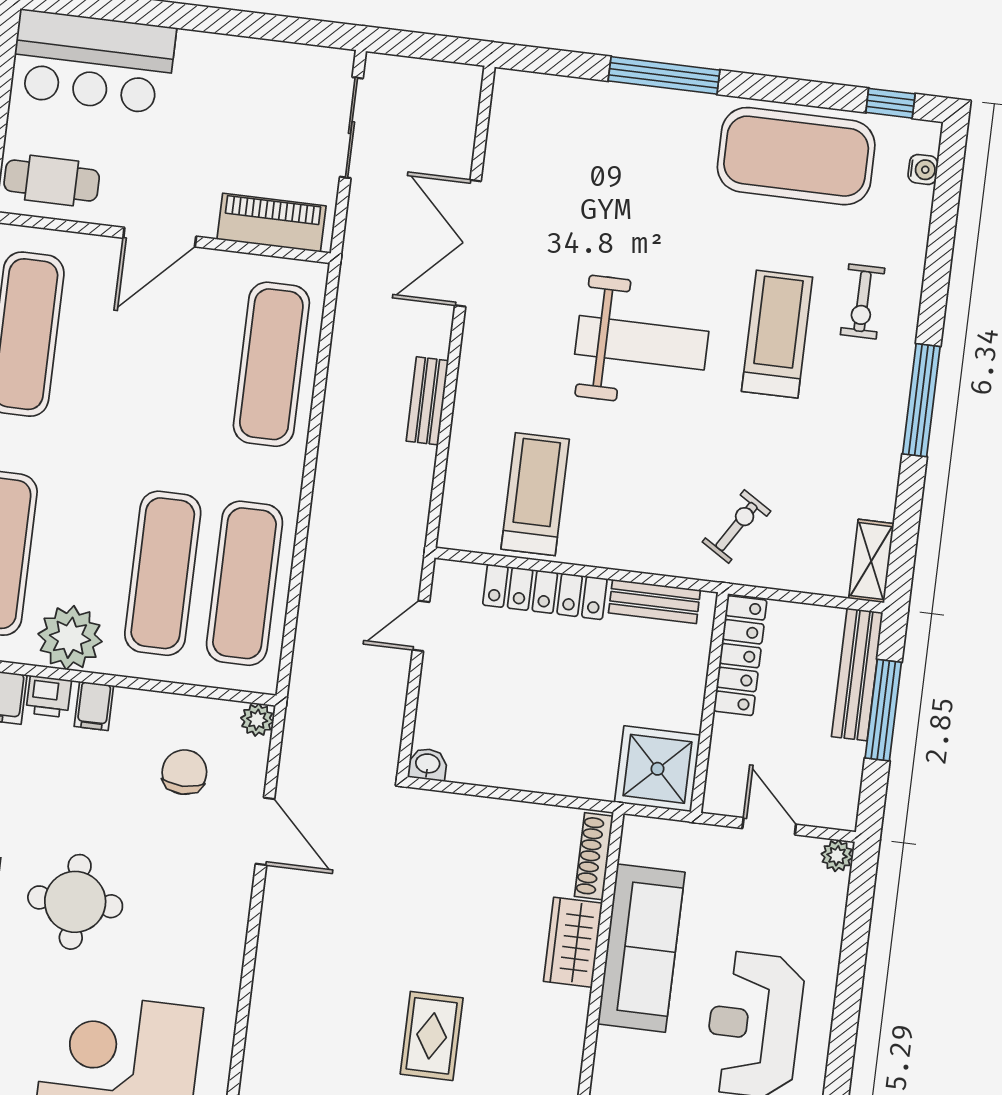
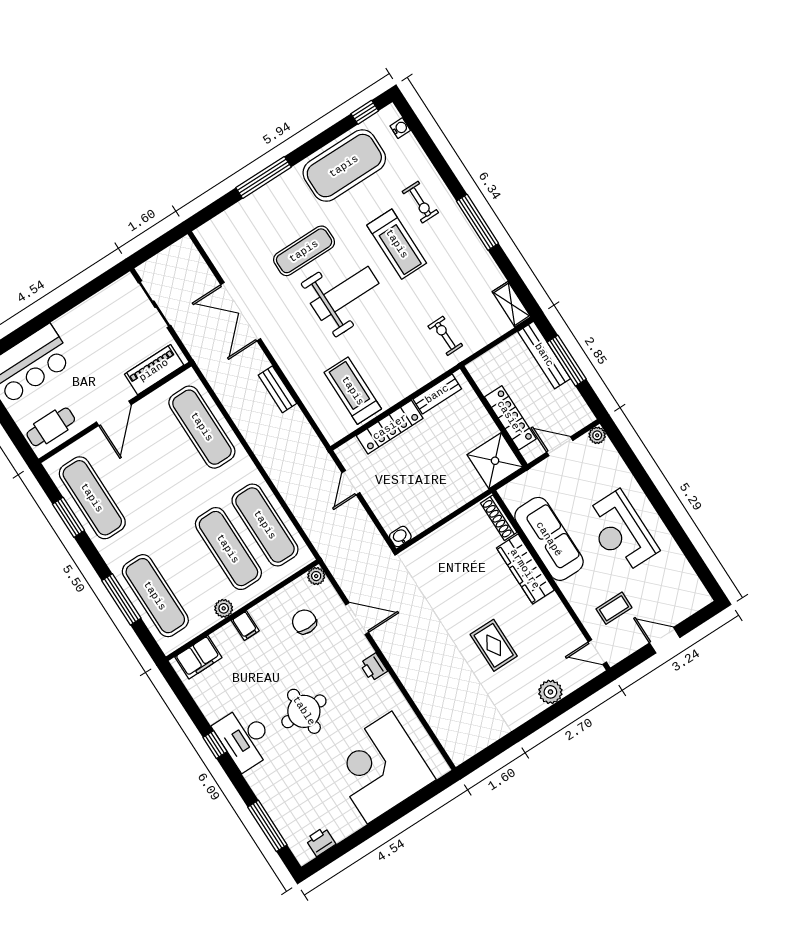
exercise mat: (634, 231) -> (304, 251), added
treadmill: (777, 334) -> (397, 244), turned 180
exercise bike: (736, 527) -> (445, 336), turned -33
plant: (70, 638) -> (224, 608), width x0.53, depth x0.53
locker: (740, 656) -> (510, 418), moved
printer: (49, 697) -> (373, 667), moved, turned 90
wardrobe: (573, 942) -> (525, 569), width x1.50

